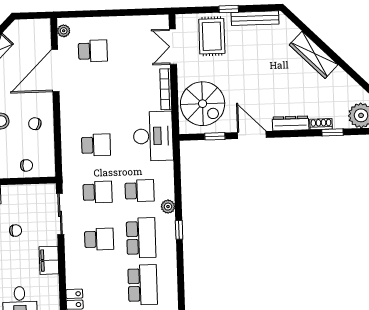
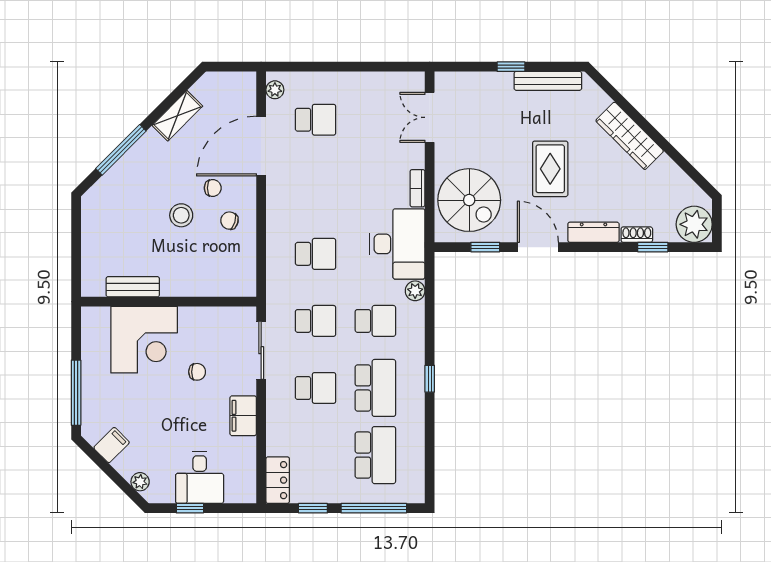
rug: (212, 36) -> (550, 169), moved
bookcase: (166, 89) -> (418, 188), width x0.64
chair: (26, 165) -> (213, 188), moved
plant: (168, 207) -> (415, 291), moved

